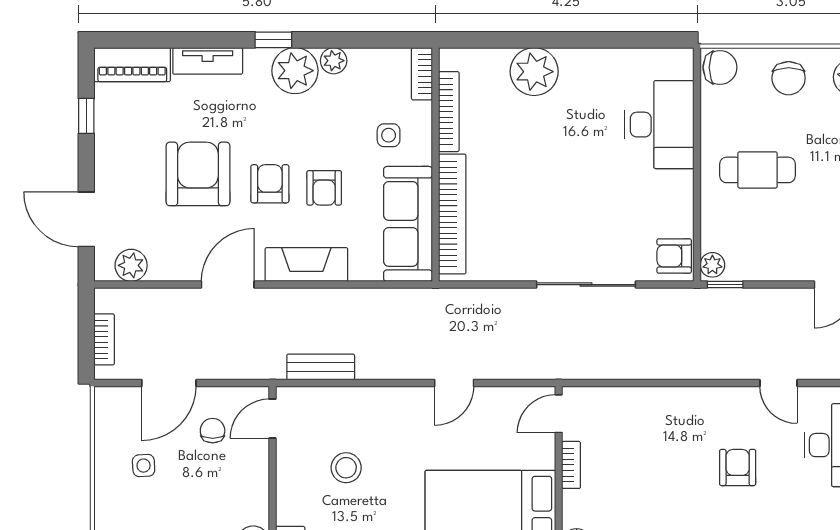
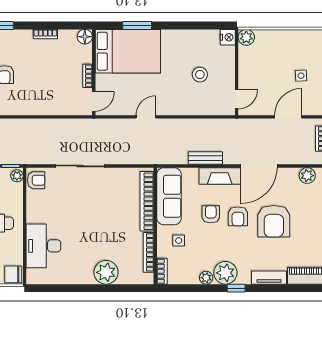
door: (228, 285) -> (259, 166), width x1.36
bench: (321, 367) -> (205, 158), moved
chair: (213, 431) -> (267, 93), removed

